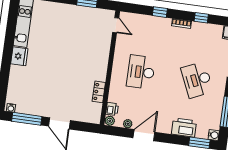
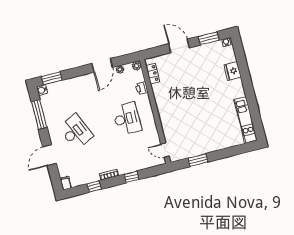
fridge: (19, 56) -> (232, 71), moved
locker: (99, 92) -> (153, 74), moved
printer: (112, 109) -> (142, 88), moved
window: (27, 119) -> (209, 38), width x0.69
printer: (184, 128) -> (70, 86), removed

